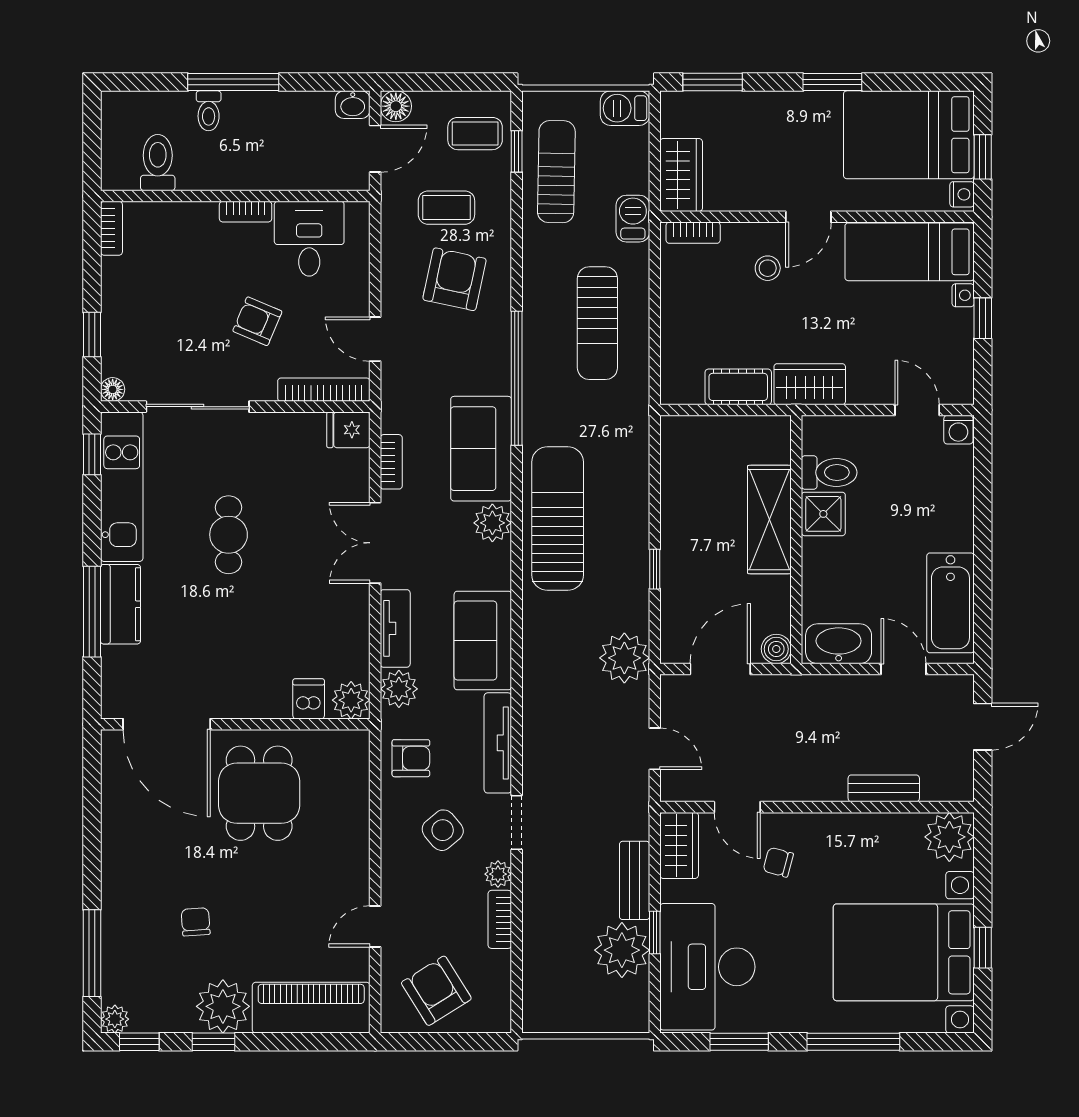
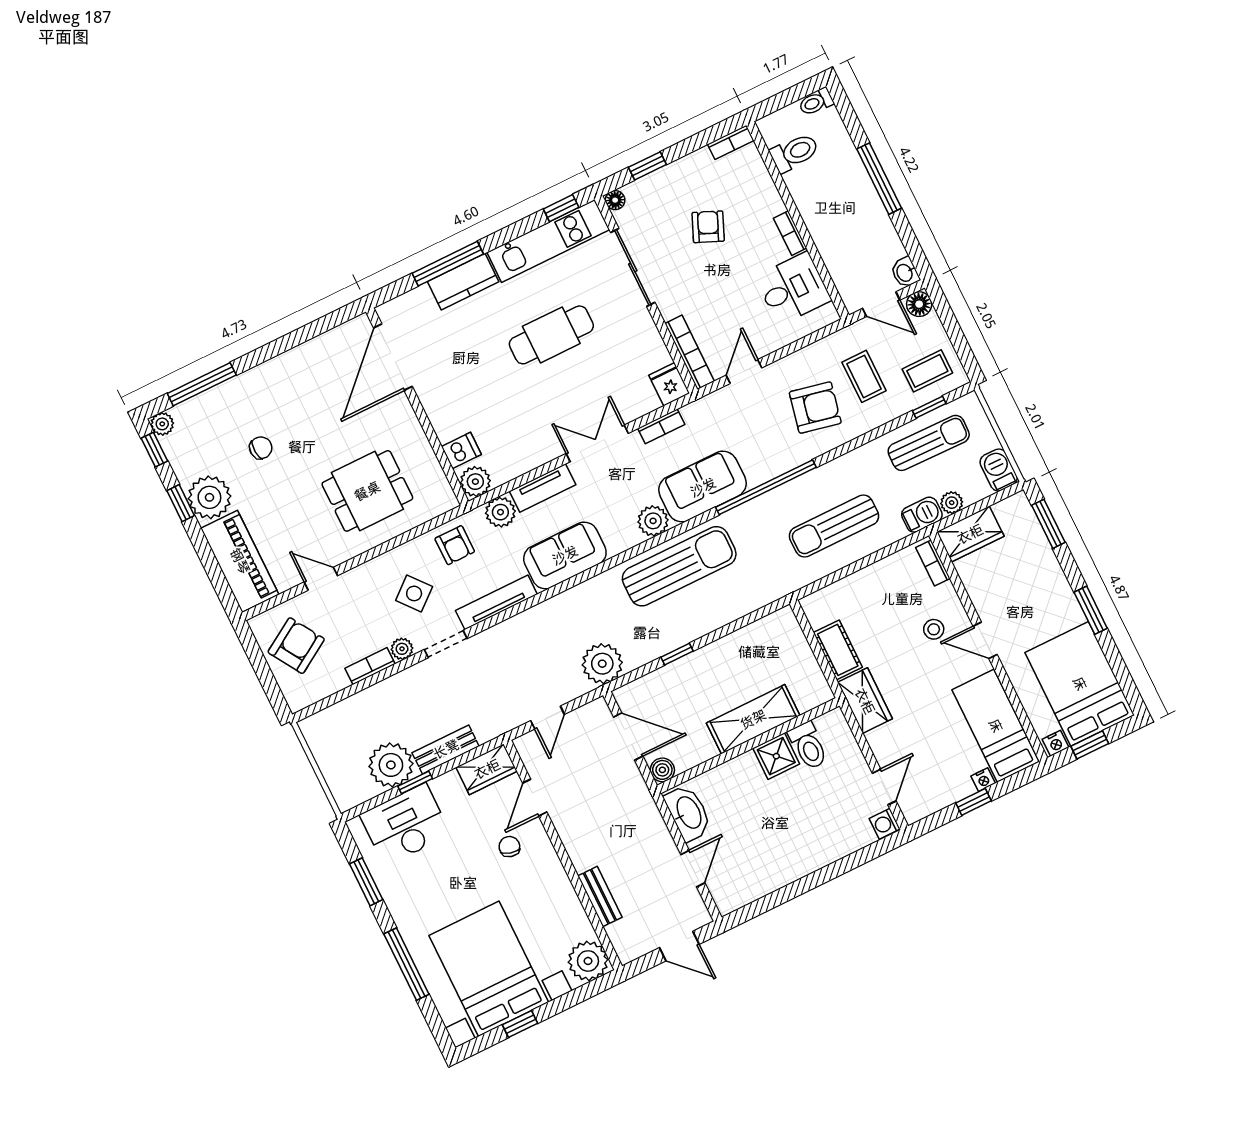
toilet: (209, 111) -> (816, 102), moved
coffee table: (475, 134) -> (927, 371), turned 90
plant: (636, 179) -> (952, 503), added
armchair: (257, 321) -> (708, 227), moved
cafe table: (229, 535) -> (551, 335), width x1.37, depth x1.35
bathtub: (950, 603) -> (757, 879), removed
dining table: (259, 793) -> (367, 491), moved
desk: (707, 967) -> (405, 825), width x0.73, depth x0.77

